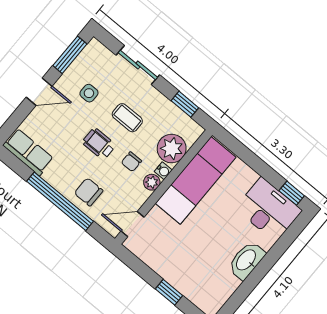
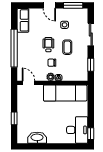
plant: (172, 149) -> (70, 74), removed
chair: (89, 192) -> (27, 56), removed
washbasin: (246, 260) -> (37, 138), moved

